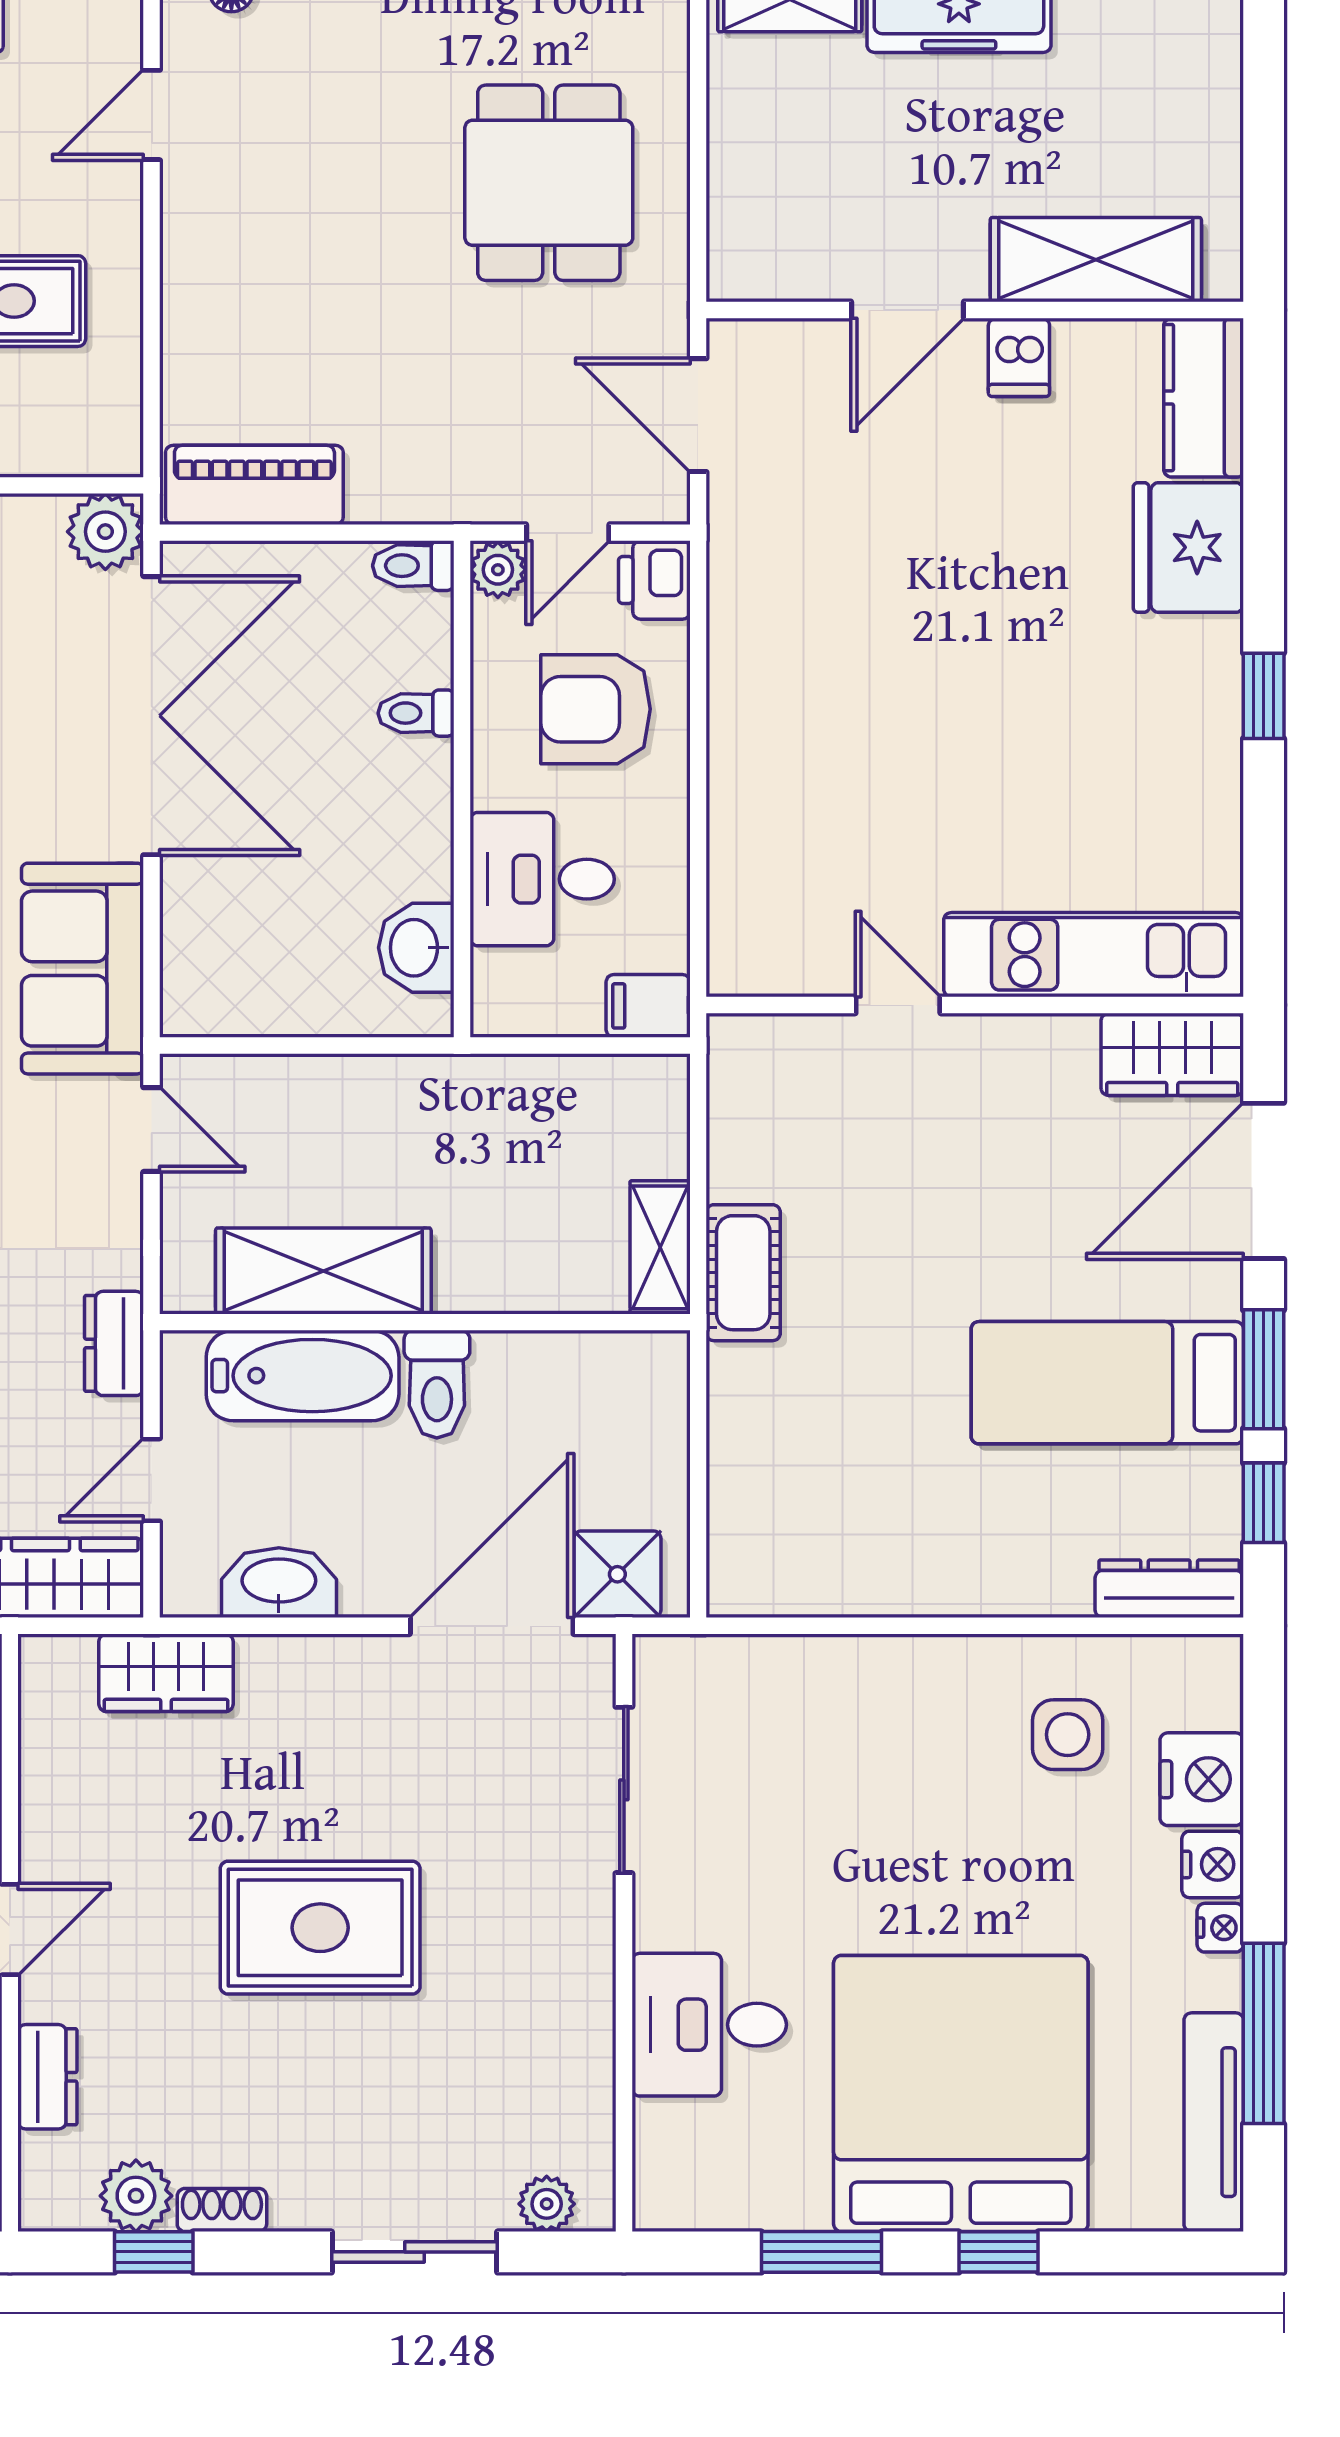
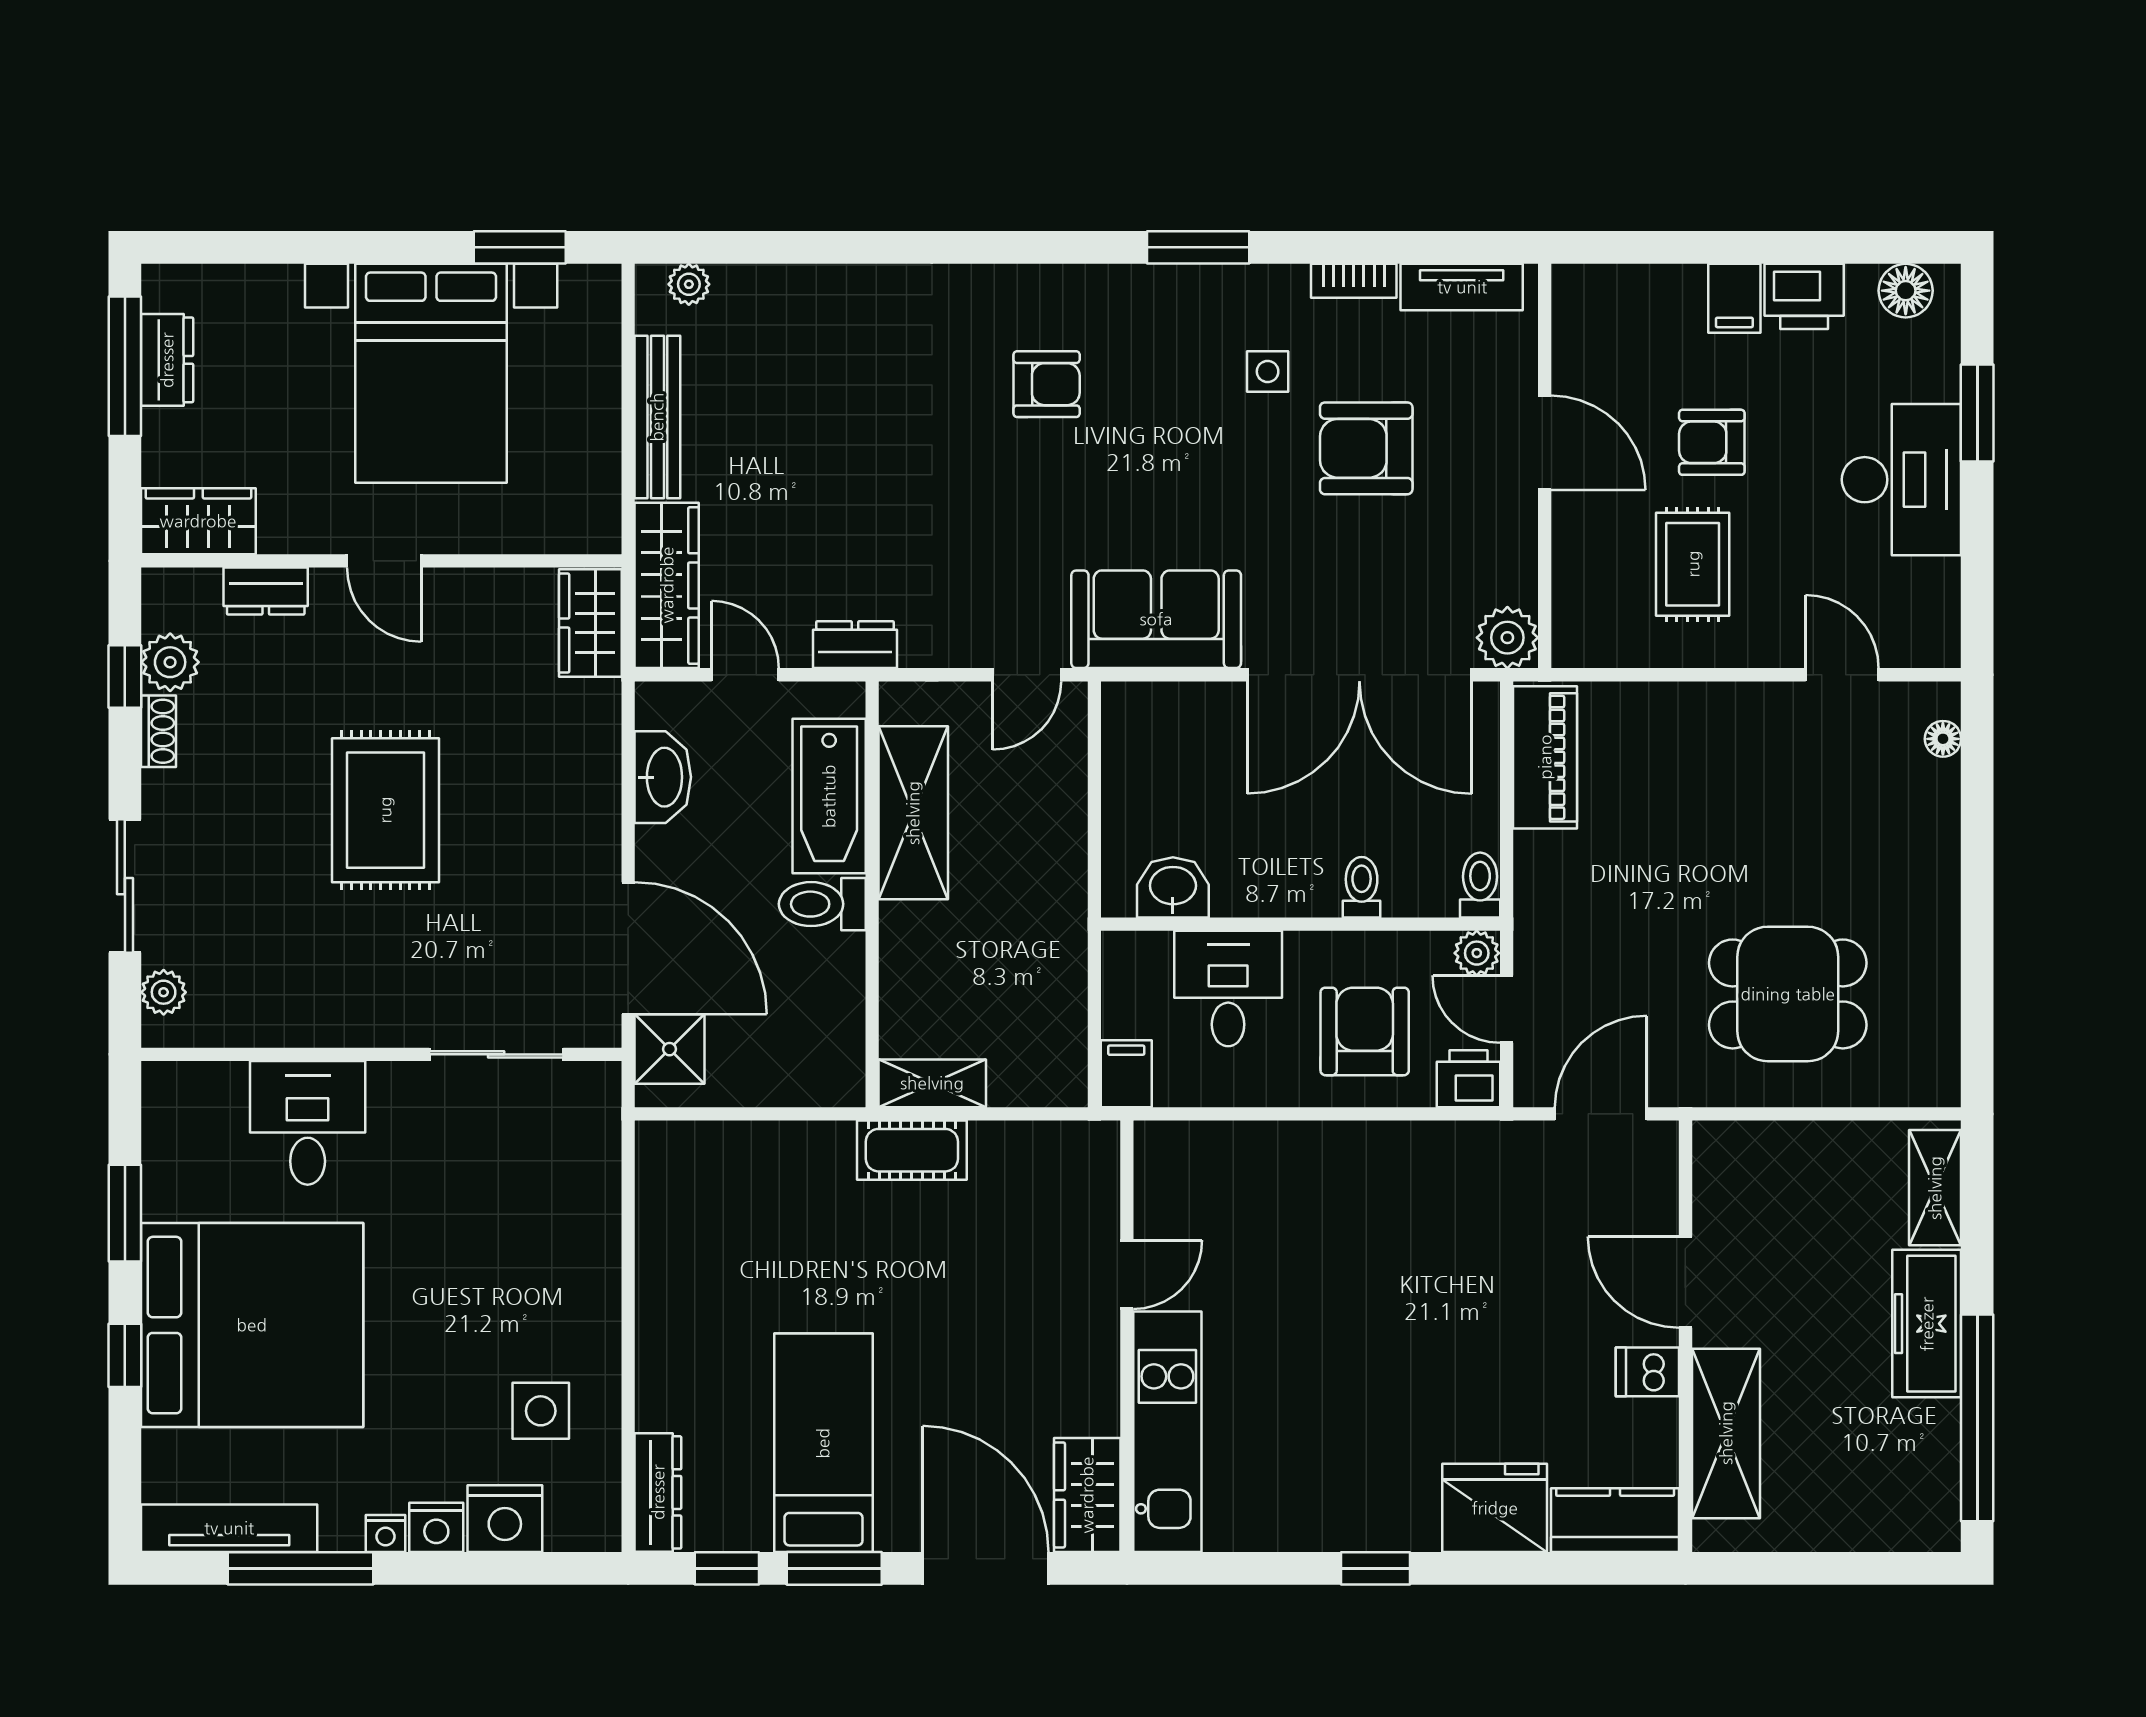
wardrobe: (166, 1673) -> (590, 623), moved

